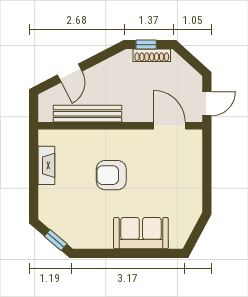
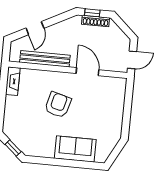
door: (169, 126) -> (87, 72), moved
fireplace: (46, 165) -> (13, 81), moved
armchair: (111, 175) -> (58, 105), turned 105

